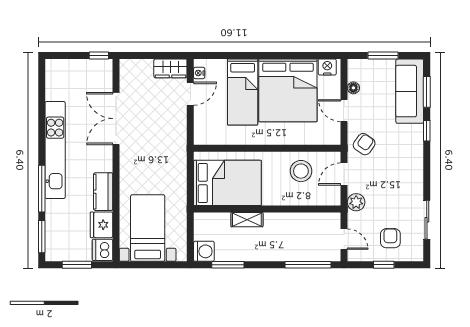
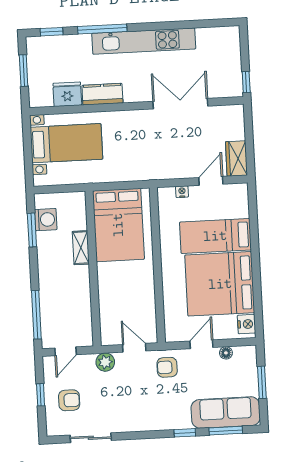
nightstand: (199, 73) -> (182, 192), moved
door: (190, 94) -> (211, 181), swing flipped
armchair: (364, 144) -> (167, 367), turned 145
stool: (301, 171) -> (135, 302), removed
window: (42, 237) -> (52, 32), width x0.67
dishwasher: (103, 250) -> (41, 97), removed
washing machine: (204, 251) -> (46, 220), moved, turned -90

